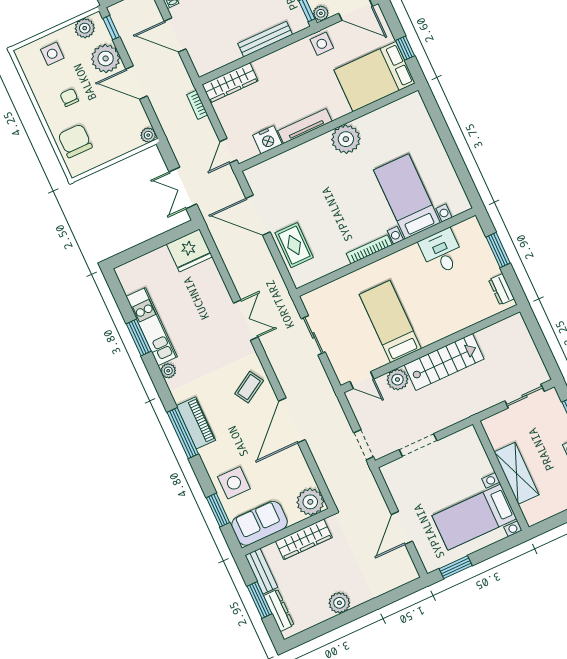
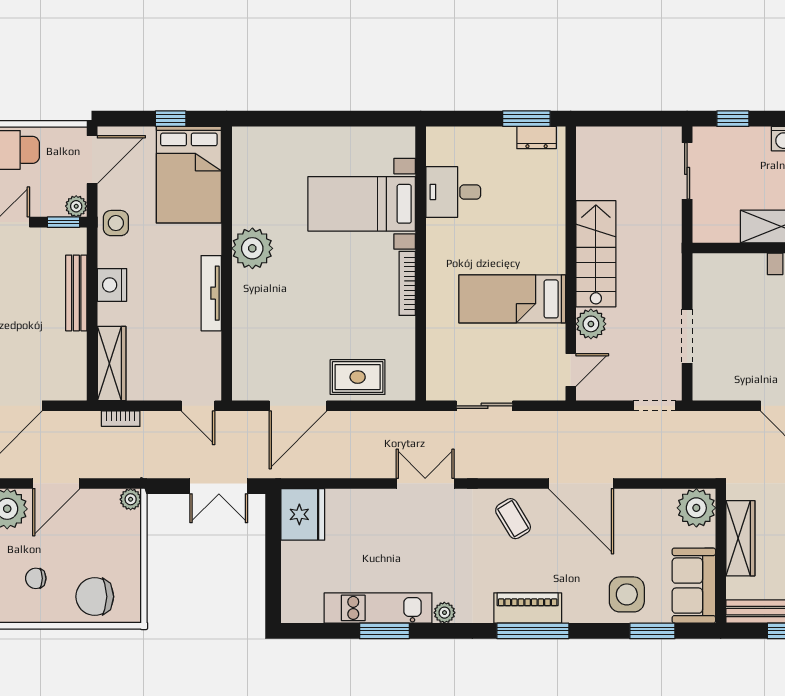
nightstand: (267, 140) -> (112, 285), moved, turned 180
window: (498, 250) -> (526, 119), moved

